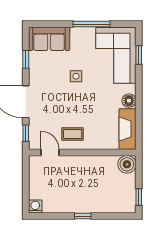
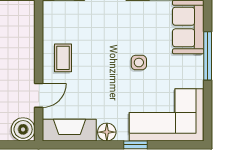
window: (92, 24) -> (208, 56), moved
window: (139, 55) -> (136, 145), moved
door: (50, 152) -> (39, 95), moved

